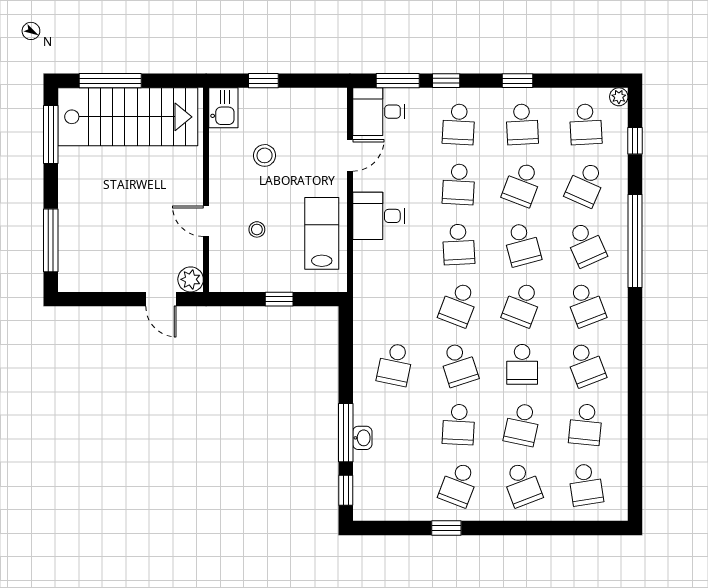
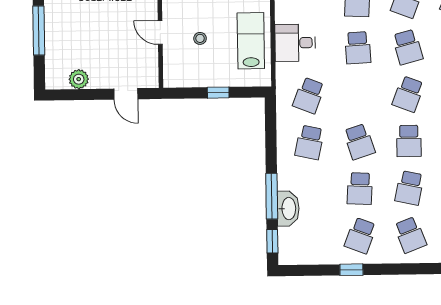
desk: (378, 216) -> (295, 43), moved
window: (51, 240) -> (39, 30), moved
plant: (191, 279) -> (79, 79), moved
school desk: (459, 304) -> (309, 95), moved
washbasin: (362, 438) -> (288, 209), width x1.91, depth x1.45

